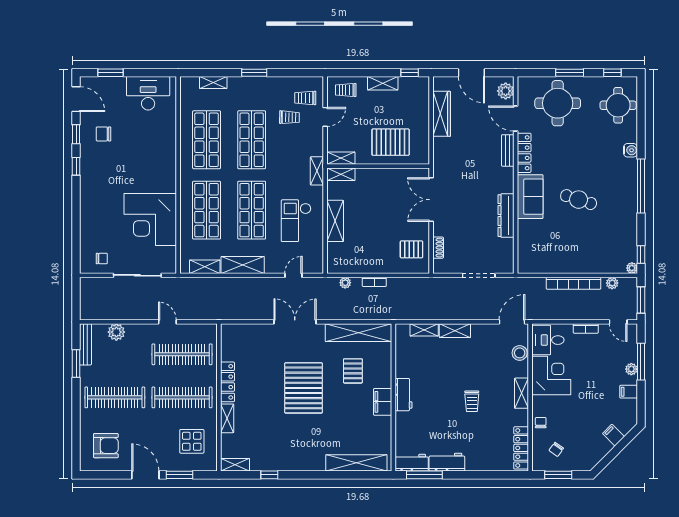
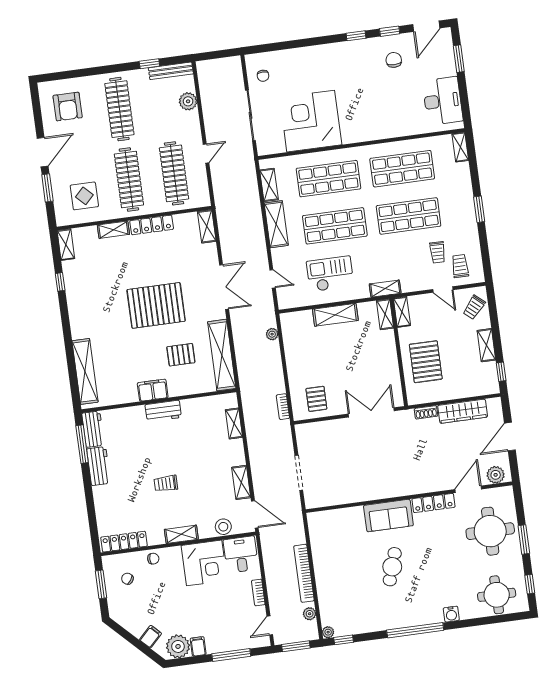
shelving: (213, 83) -> (460, 147), moved
trolley: (346, 90) -> (474, 307), turned -139
bench: (508, 150) -> (434, 486), removed
dresser: (506, 216) -> (365, 493), removed
shoe rack: (438, 248) -> (426, 412), moved
bookcase: (374, 282) -> (283, 407), moved
shelving: (236, 330) -> (207, 226), added
shelving: (455, 331) -> (241, 482), moved
window: (76, 363) -> (149, 64), width x0.67
plant: (631, 369) -> (178, 646), moved, width x1.88, depth x1.88

